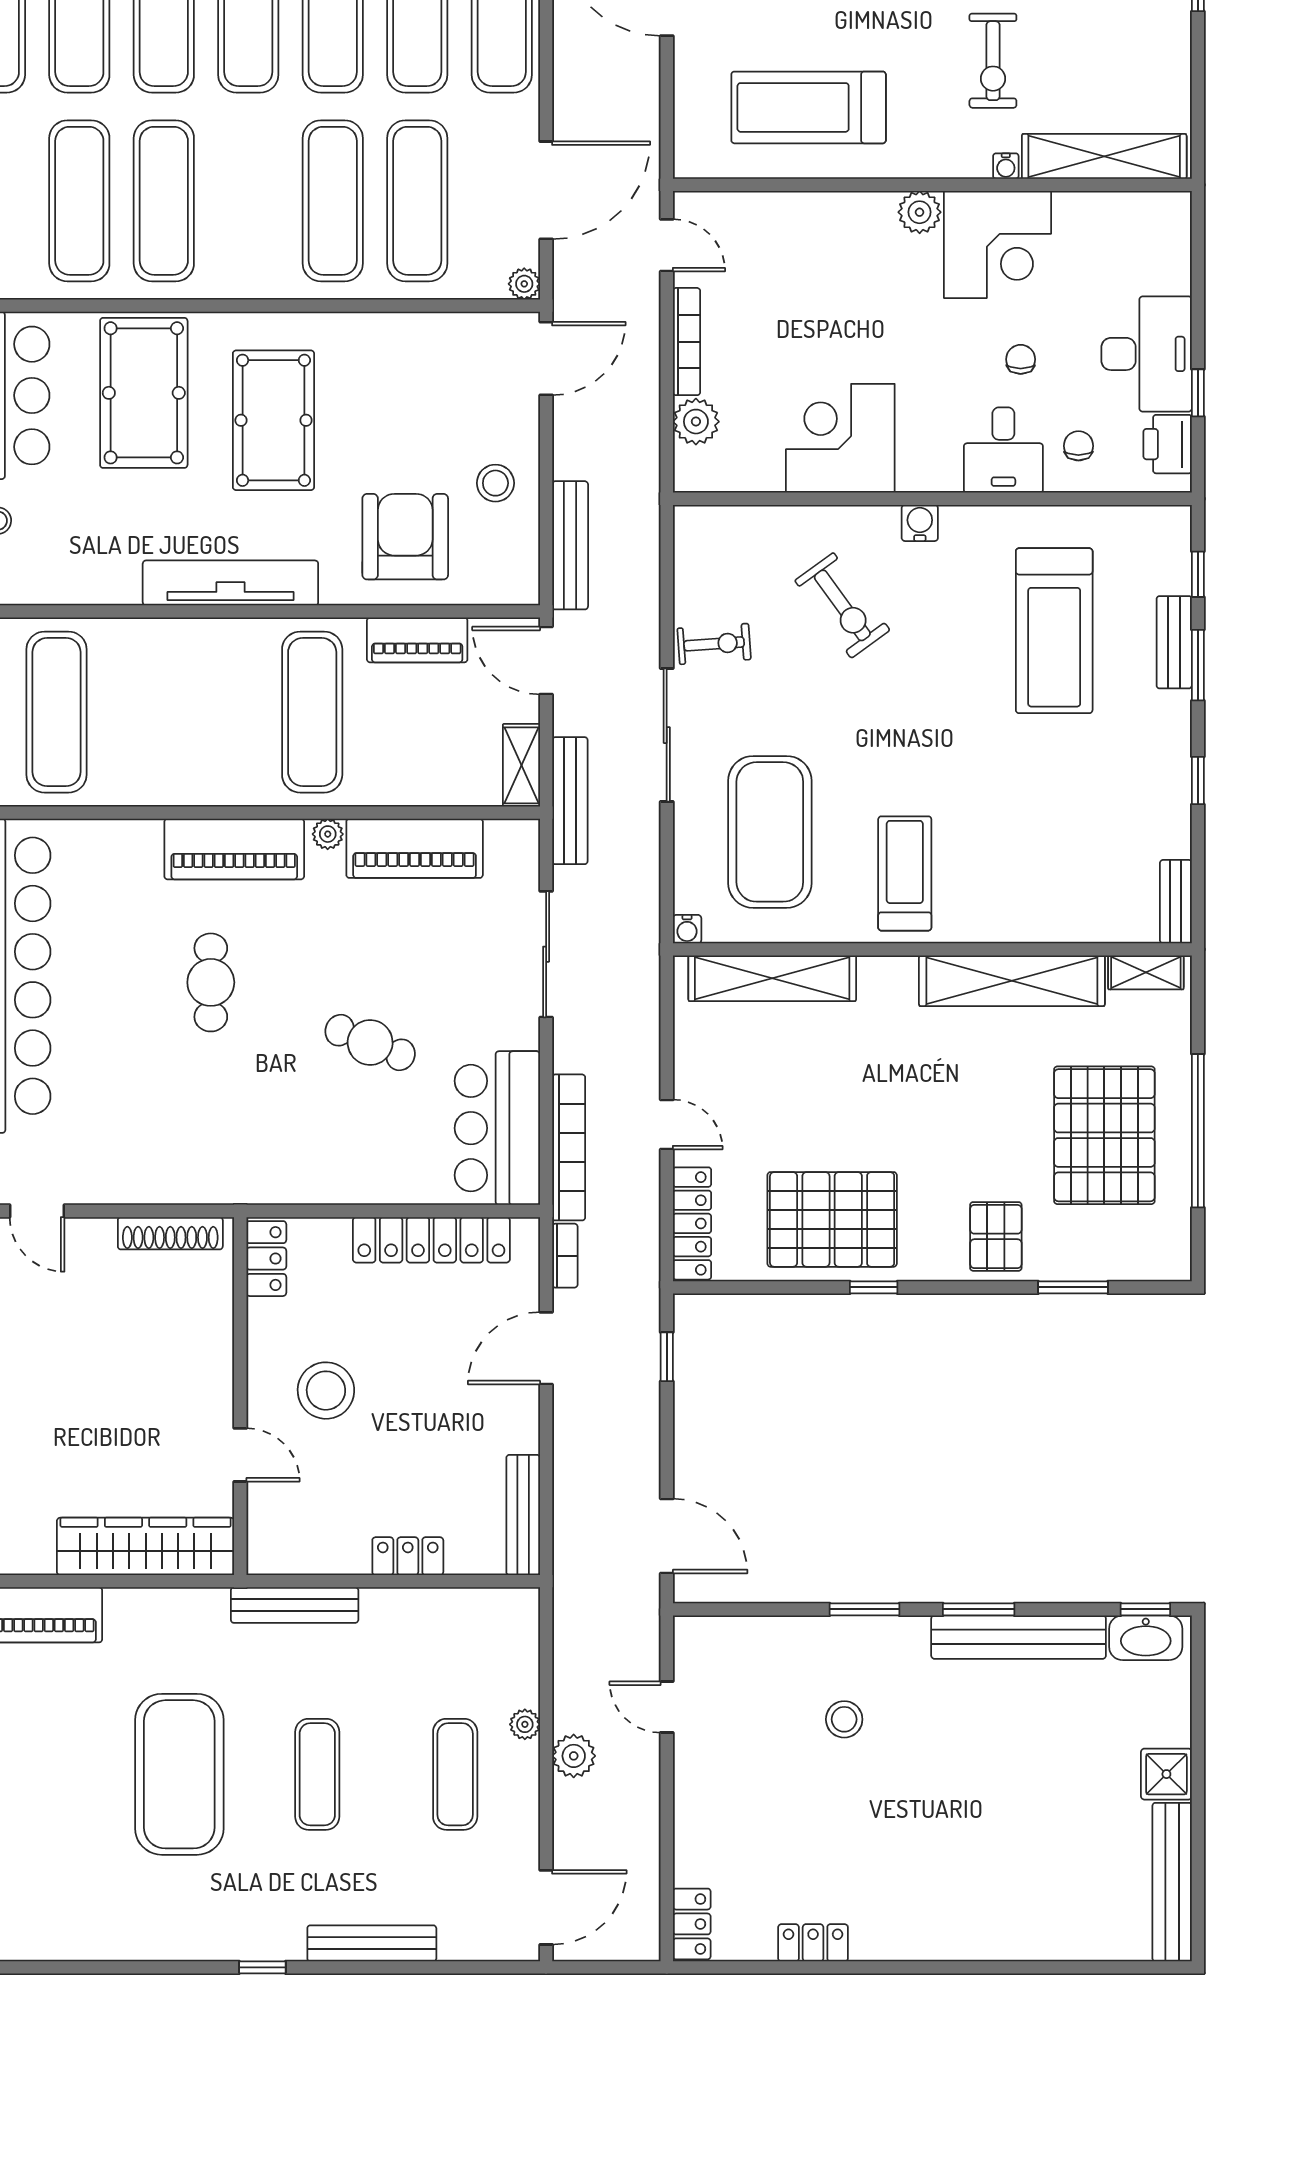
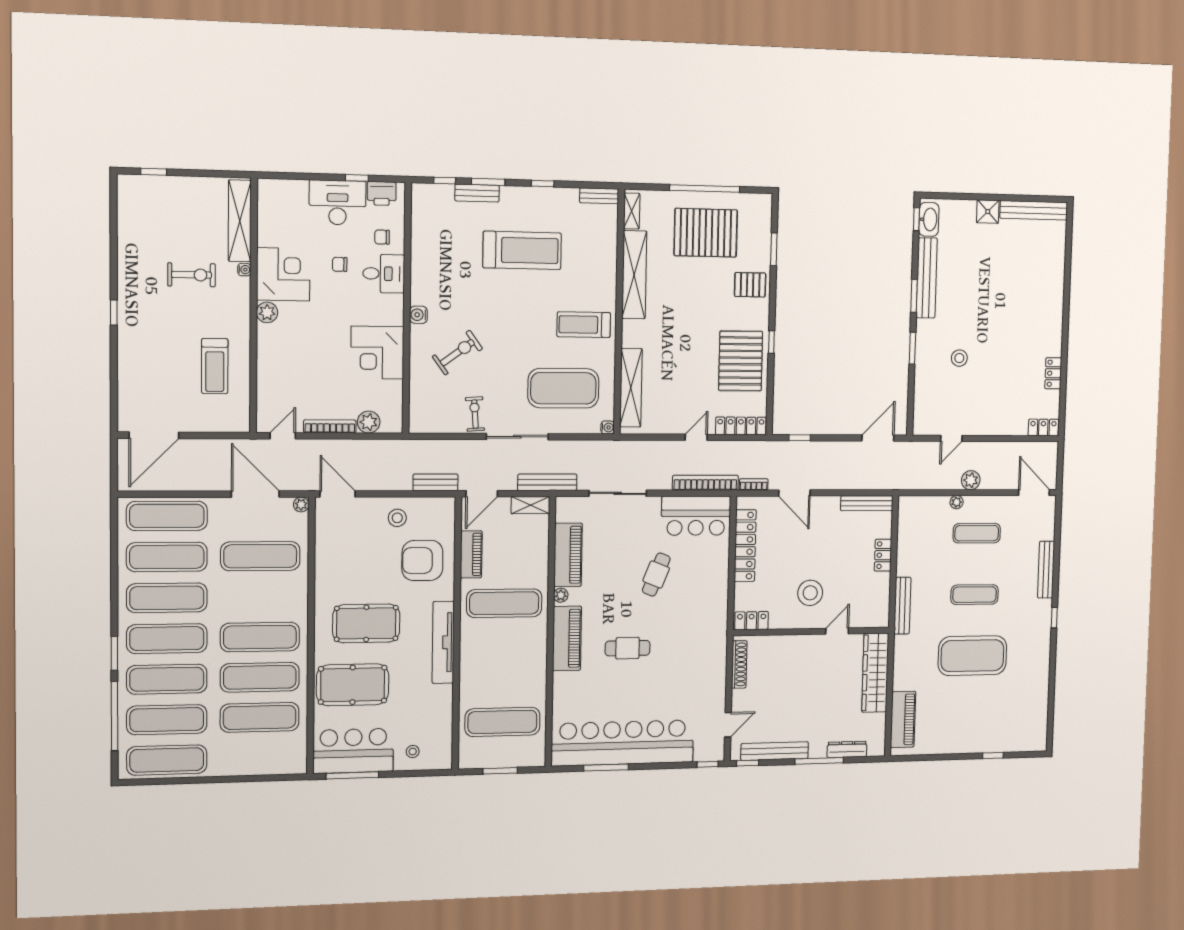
treadmill: (809, 107) -> (215, 366), width x0.73, depth x0.73
exercise mat: (333, 201) -> (260, 637), moved
bench: (570, 545) -> (435, 482), width x0.73
treadmill: (1054, 631) -> (522, 250), moved

